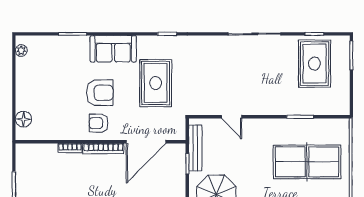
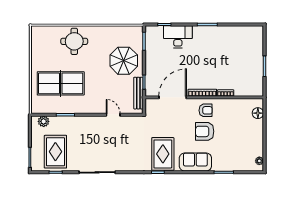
rug: (156, 83) -> (163, 154), moved
plant: (332, 107) -> (44, 121), added

